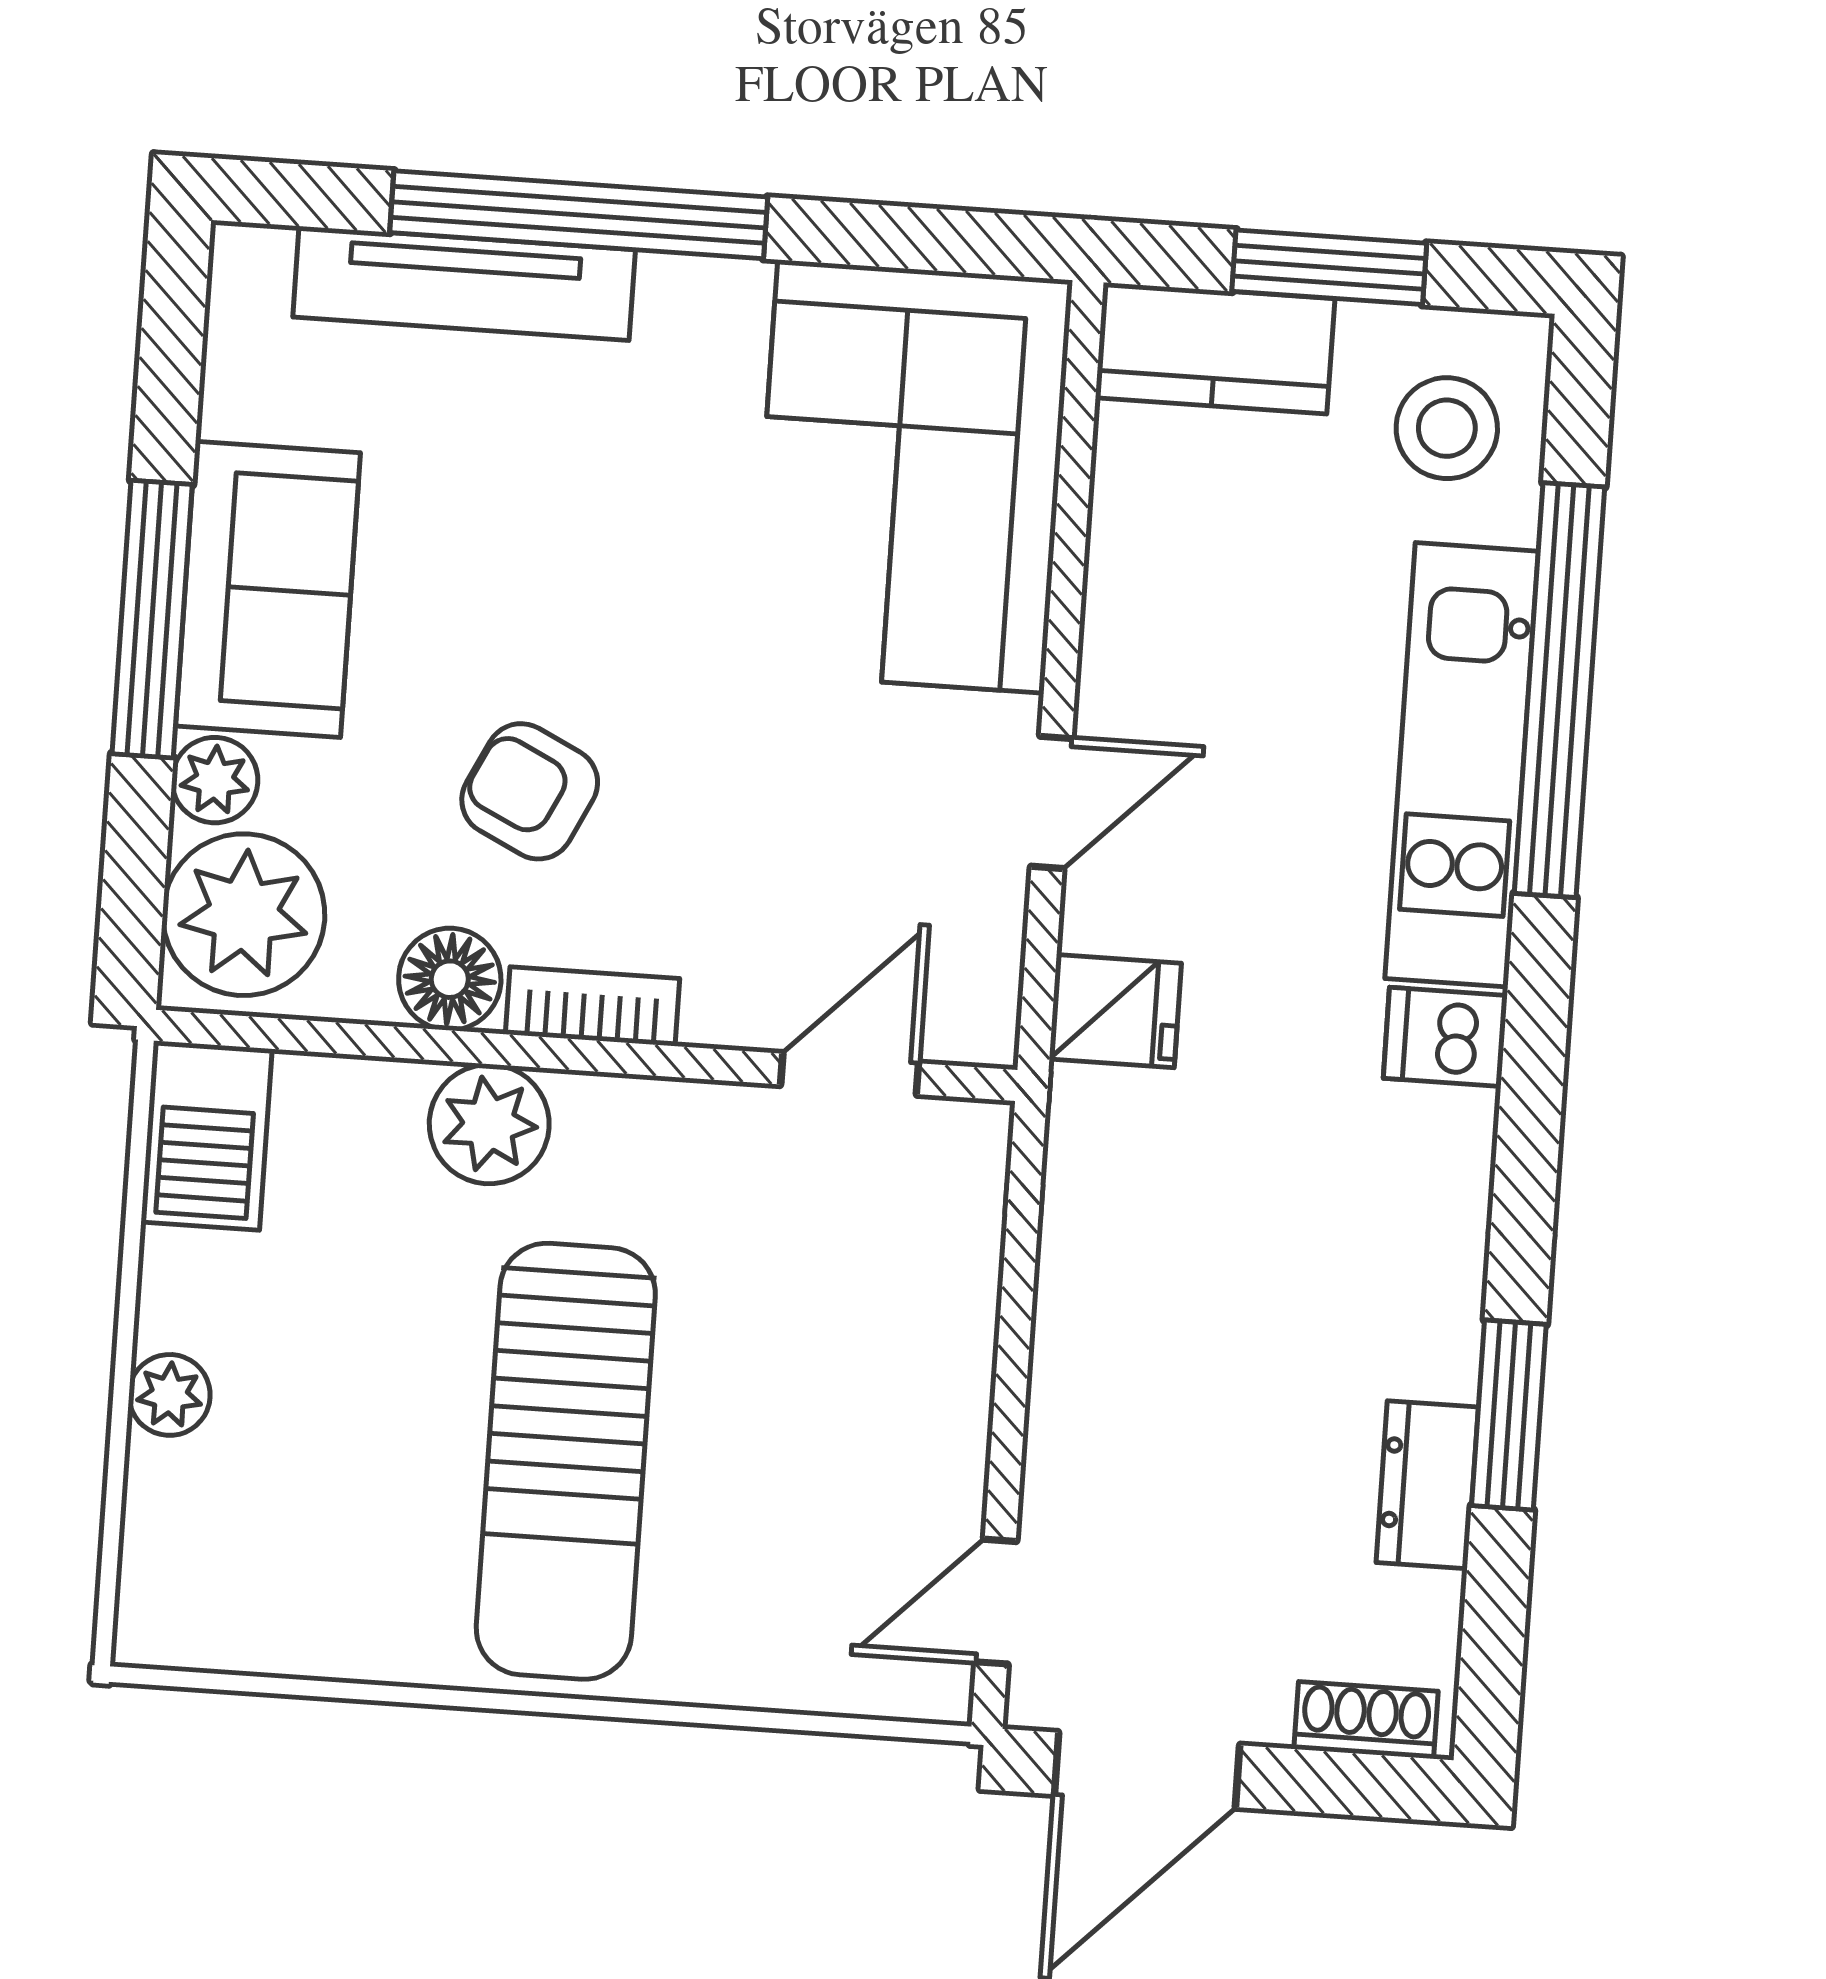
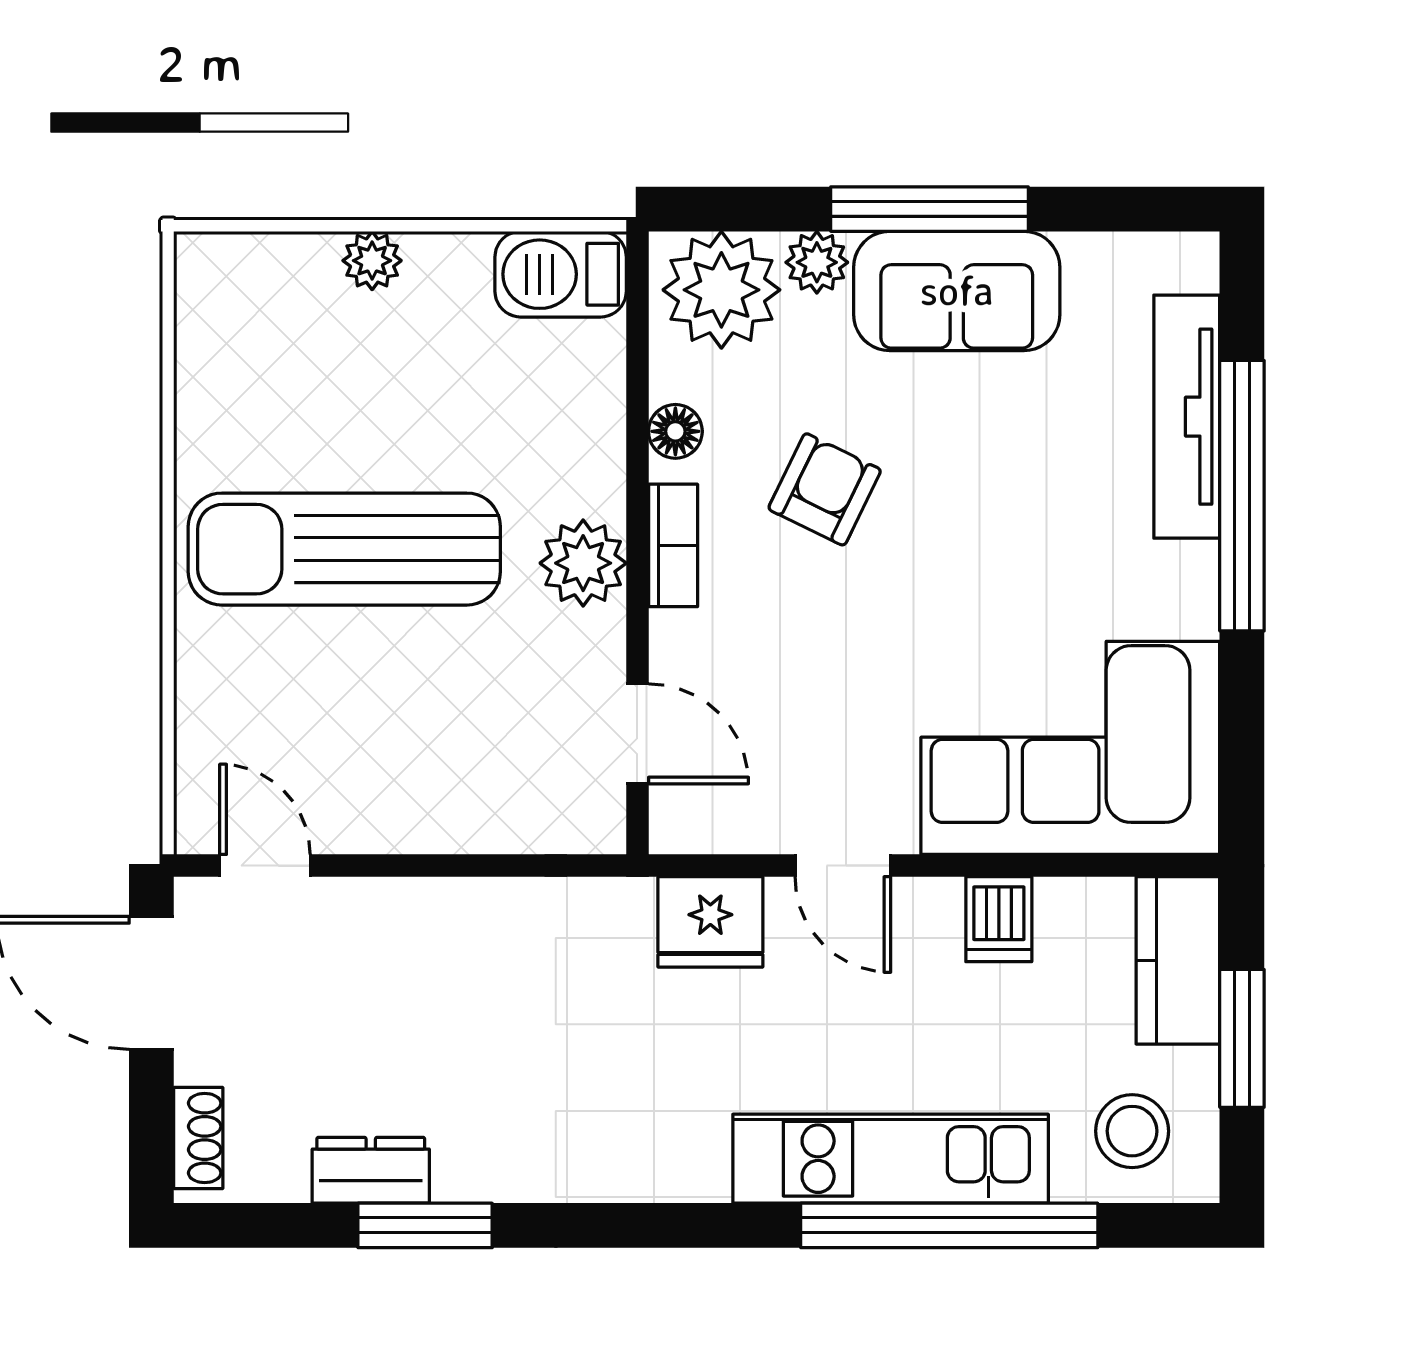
floor lamp: (450, 979) -> (675, 431), width x0.73, depth x0.73
fridge: (1115, 1011) -> (710, 922), width x1.38
dishwasher: (1445, 1037) -> (999, 919), moved, turned 180
plant: (489, 1124) -> (583, 563), moved

